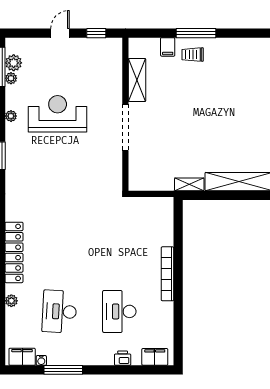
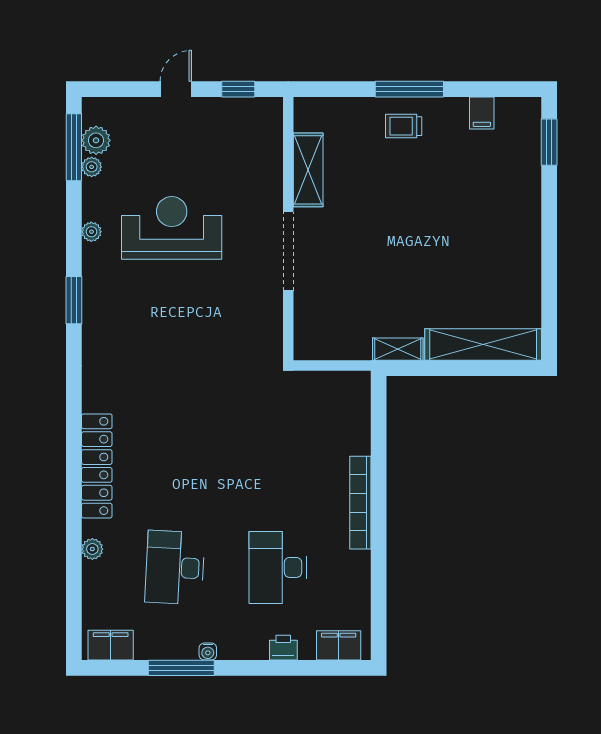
filing cabinet: (168, 47) -> (482, 113), moved
water cooler: (41, 360) -> (208, 651), moved

